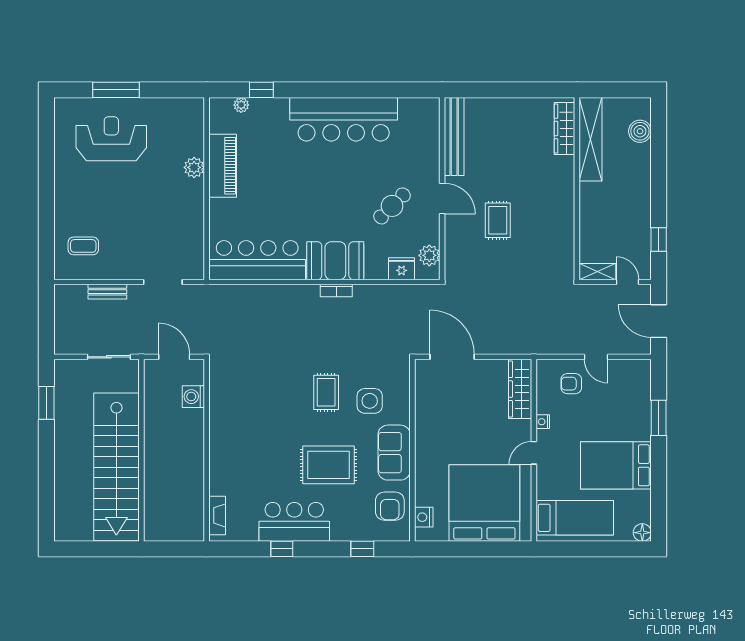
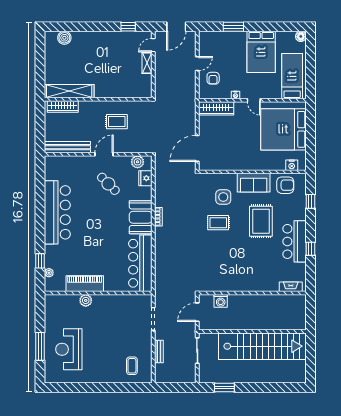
wardrobe: (564, 129) -> (63, 106), moved
shelving: (590, 139) -> (69, 91), moved
wall: (577, 189) -> (98, 99), moved

